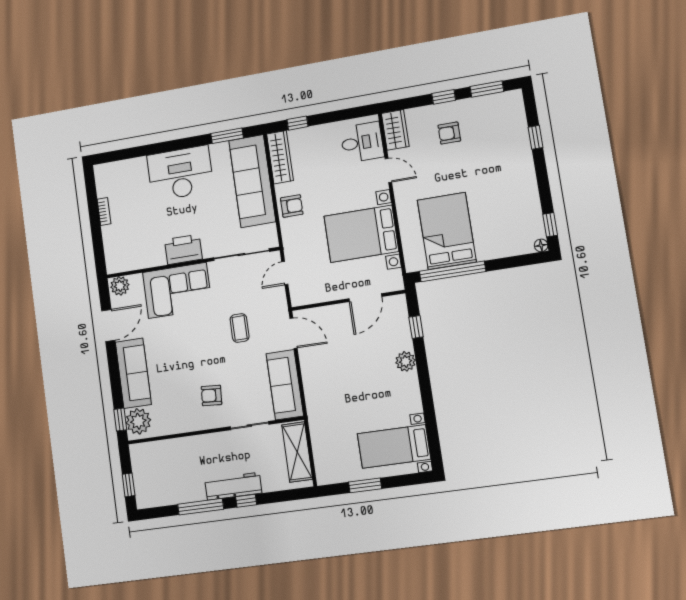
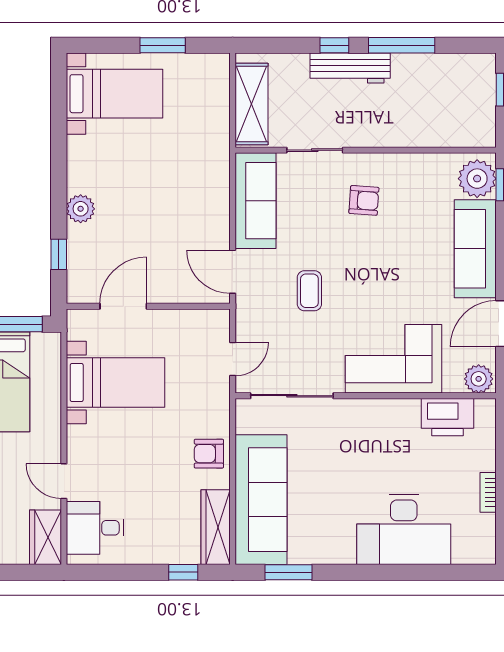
desk: (180, 173) -> (404, 529), moved
bed with nightstands: (361, 234) -> (115, 383), width x0.73
printer: (183, 249) -> (447, 417), moved

